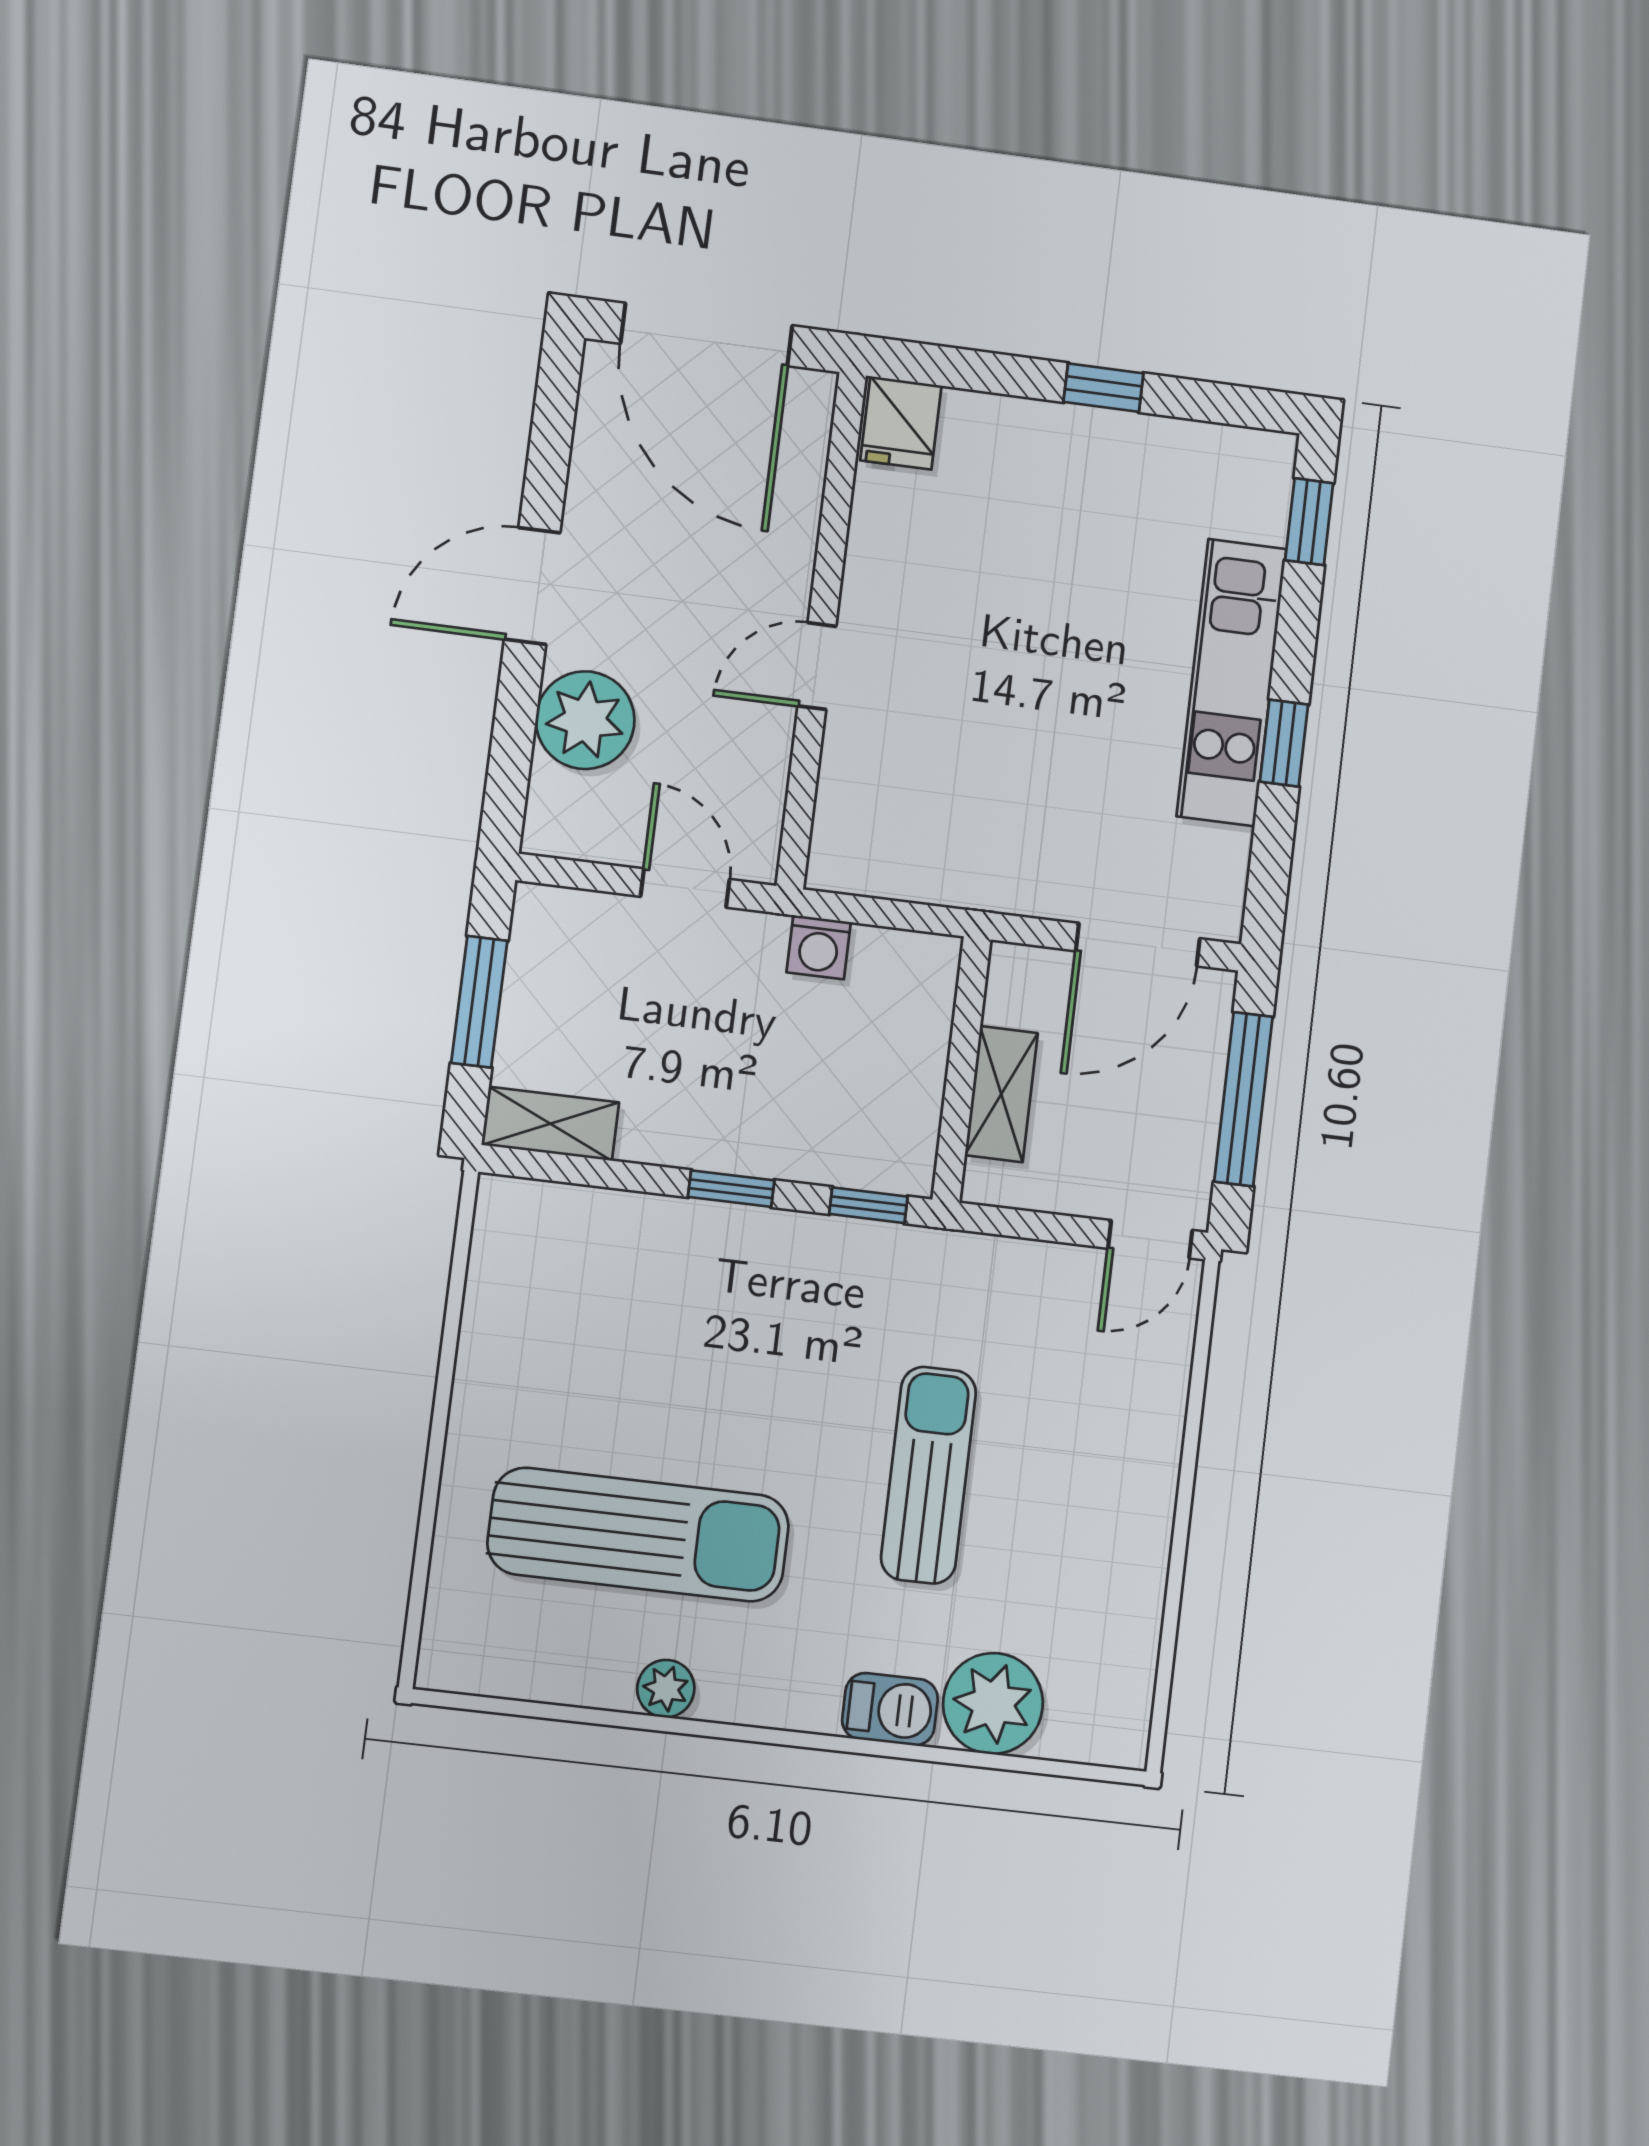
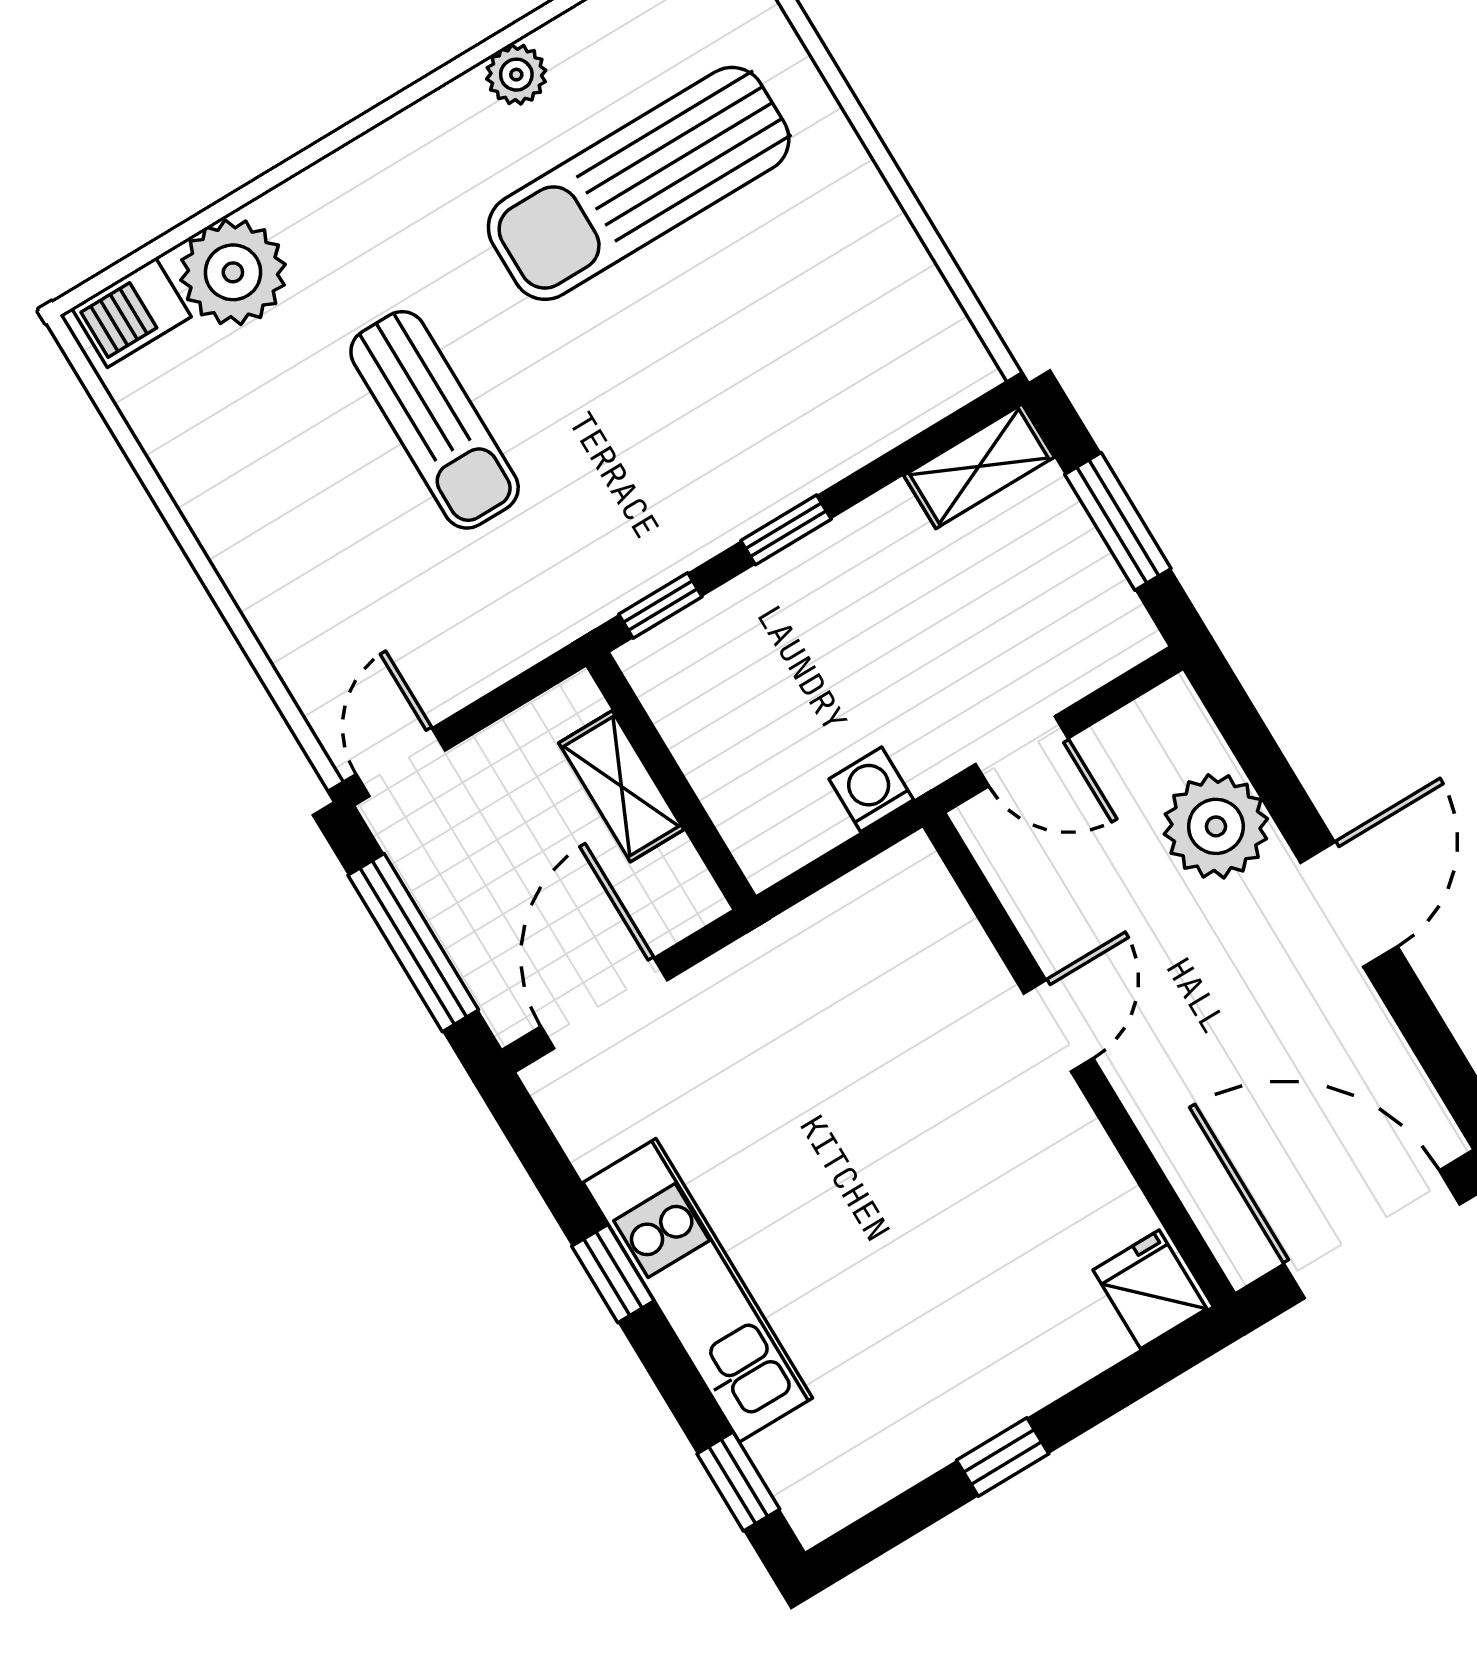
barbecue: (890, 1709) -> (131, 312), moved

